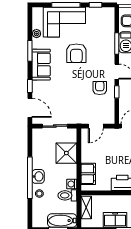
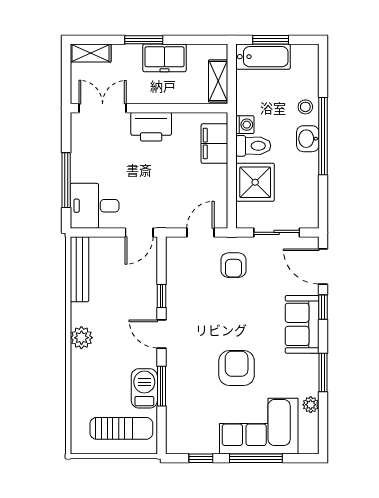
sofa: (41, 65) -> (302, 324), moved
armchair: (100, 88) -> (233, 265), moved
toilet: (67, 195) -> (253, 146), moved

